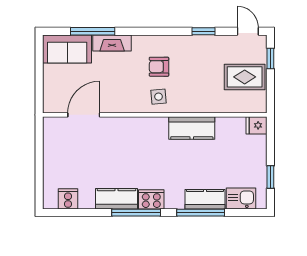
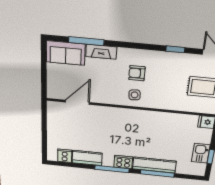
kitchen counter: (192, 128) -> (157, 119), removed
kitchen counter: (116, 199) -> (87, 158), moved
kitchen counter: (205, 199) -> (154, 165), width x1.50
kitchen sink: (241, 199) -> (201, 153), moved, turned -90

